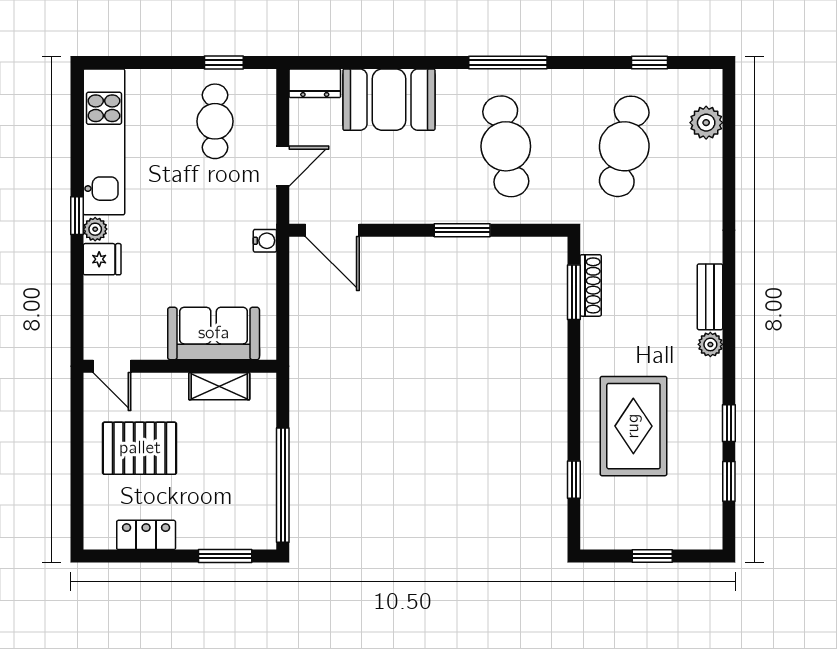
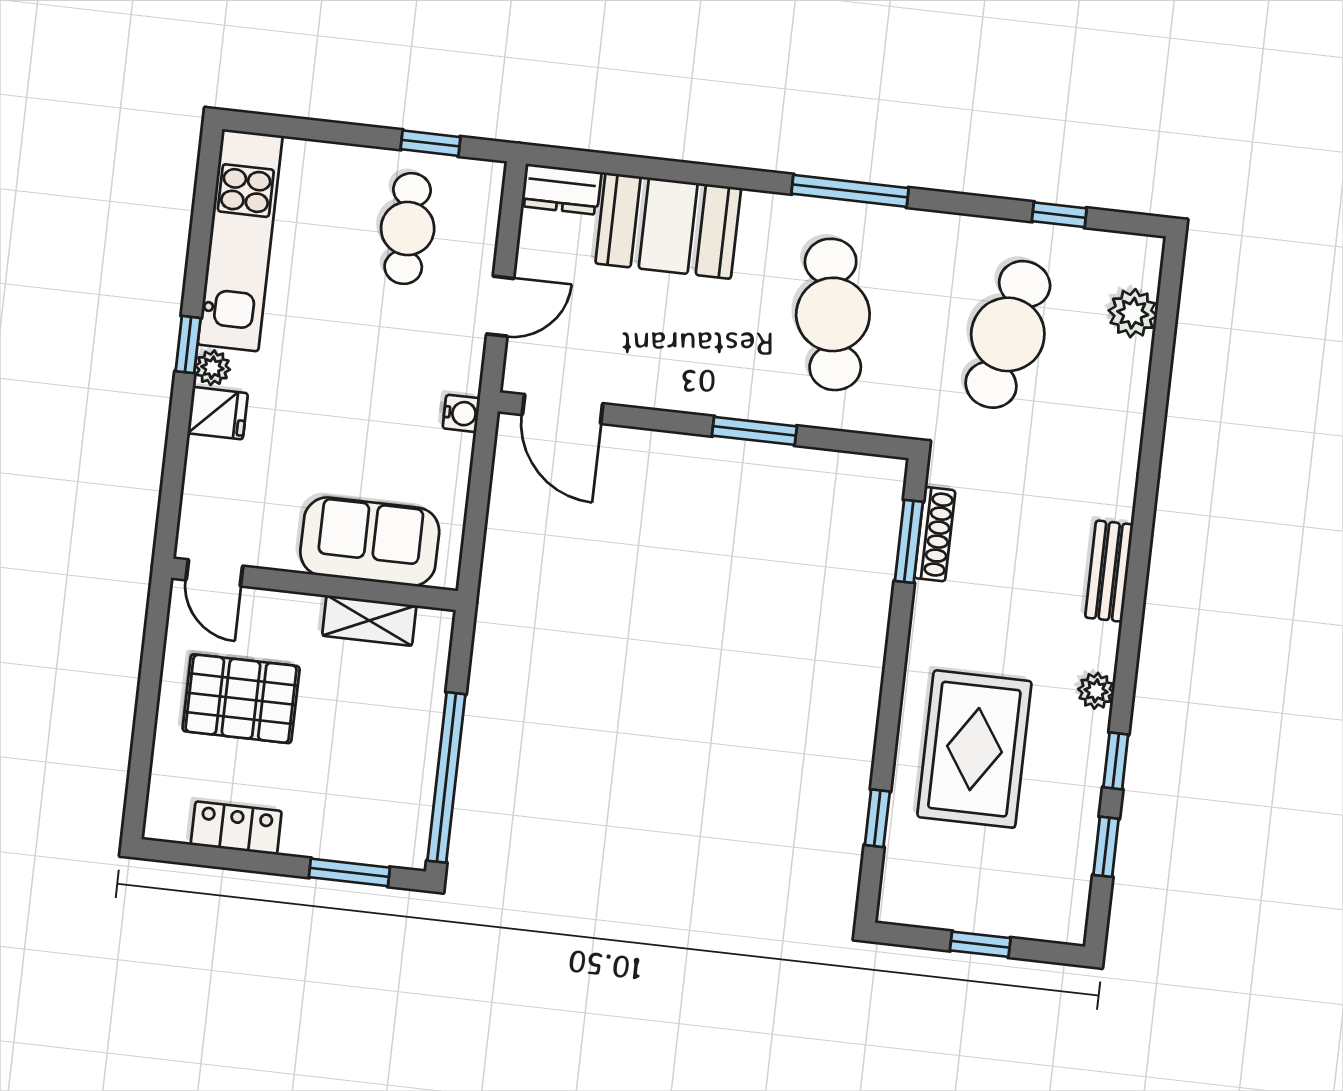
plant: (710, 344) -> (1096, 691), moved

